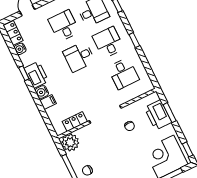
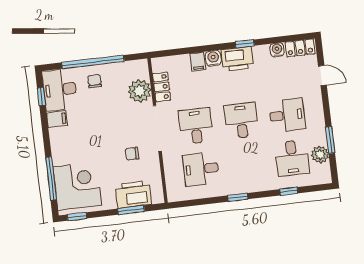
desk: (108, 42) -> (196, 126), moved, turned -90
plant: (70, 142) -> (140, 91), moved

